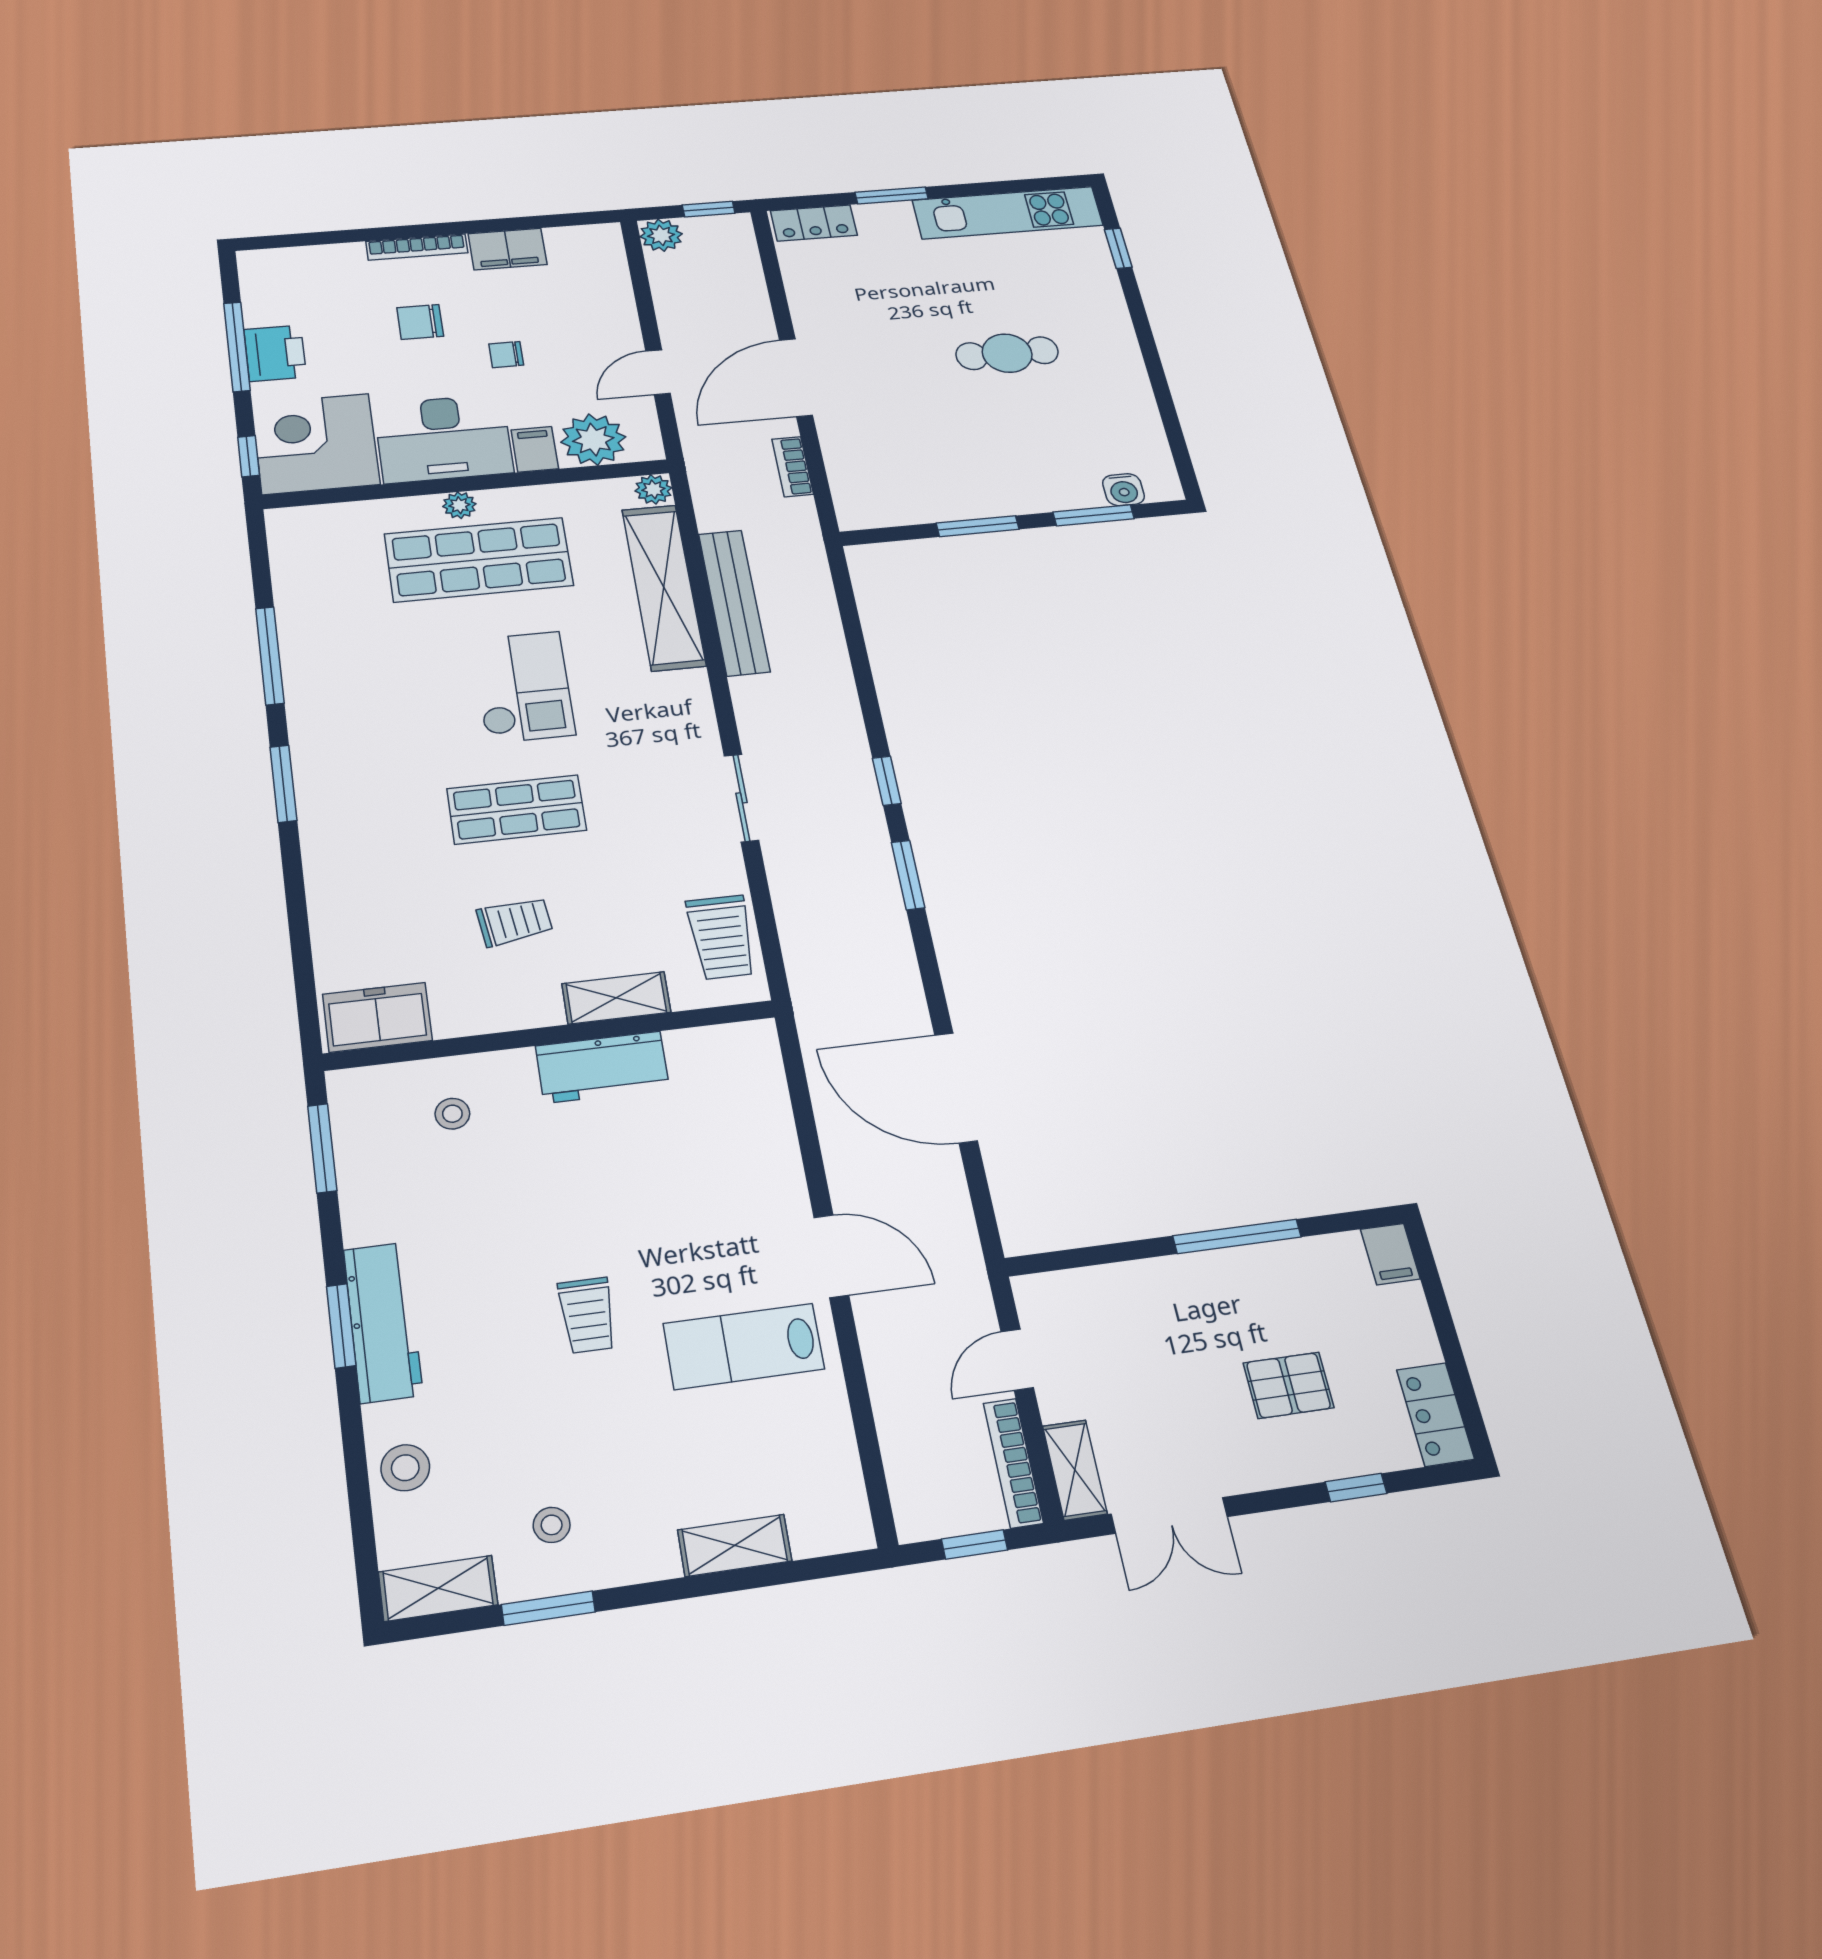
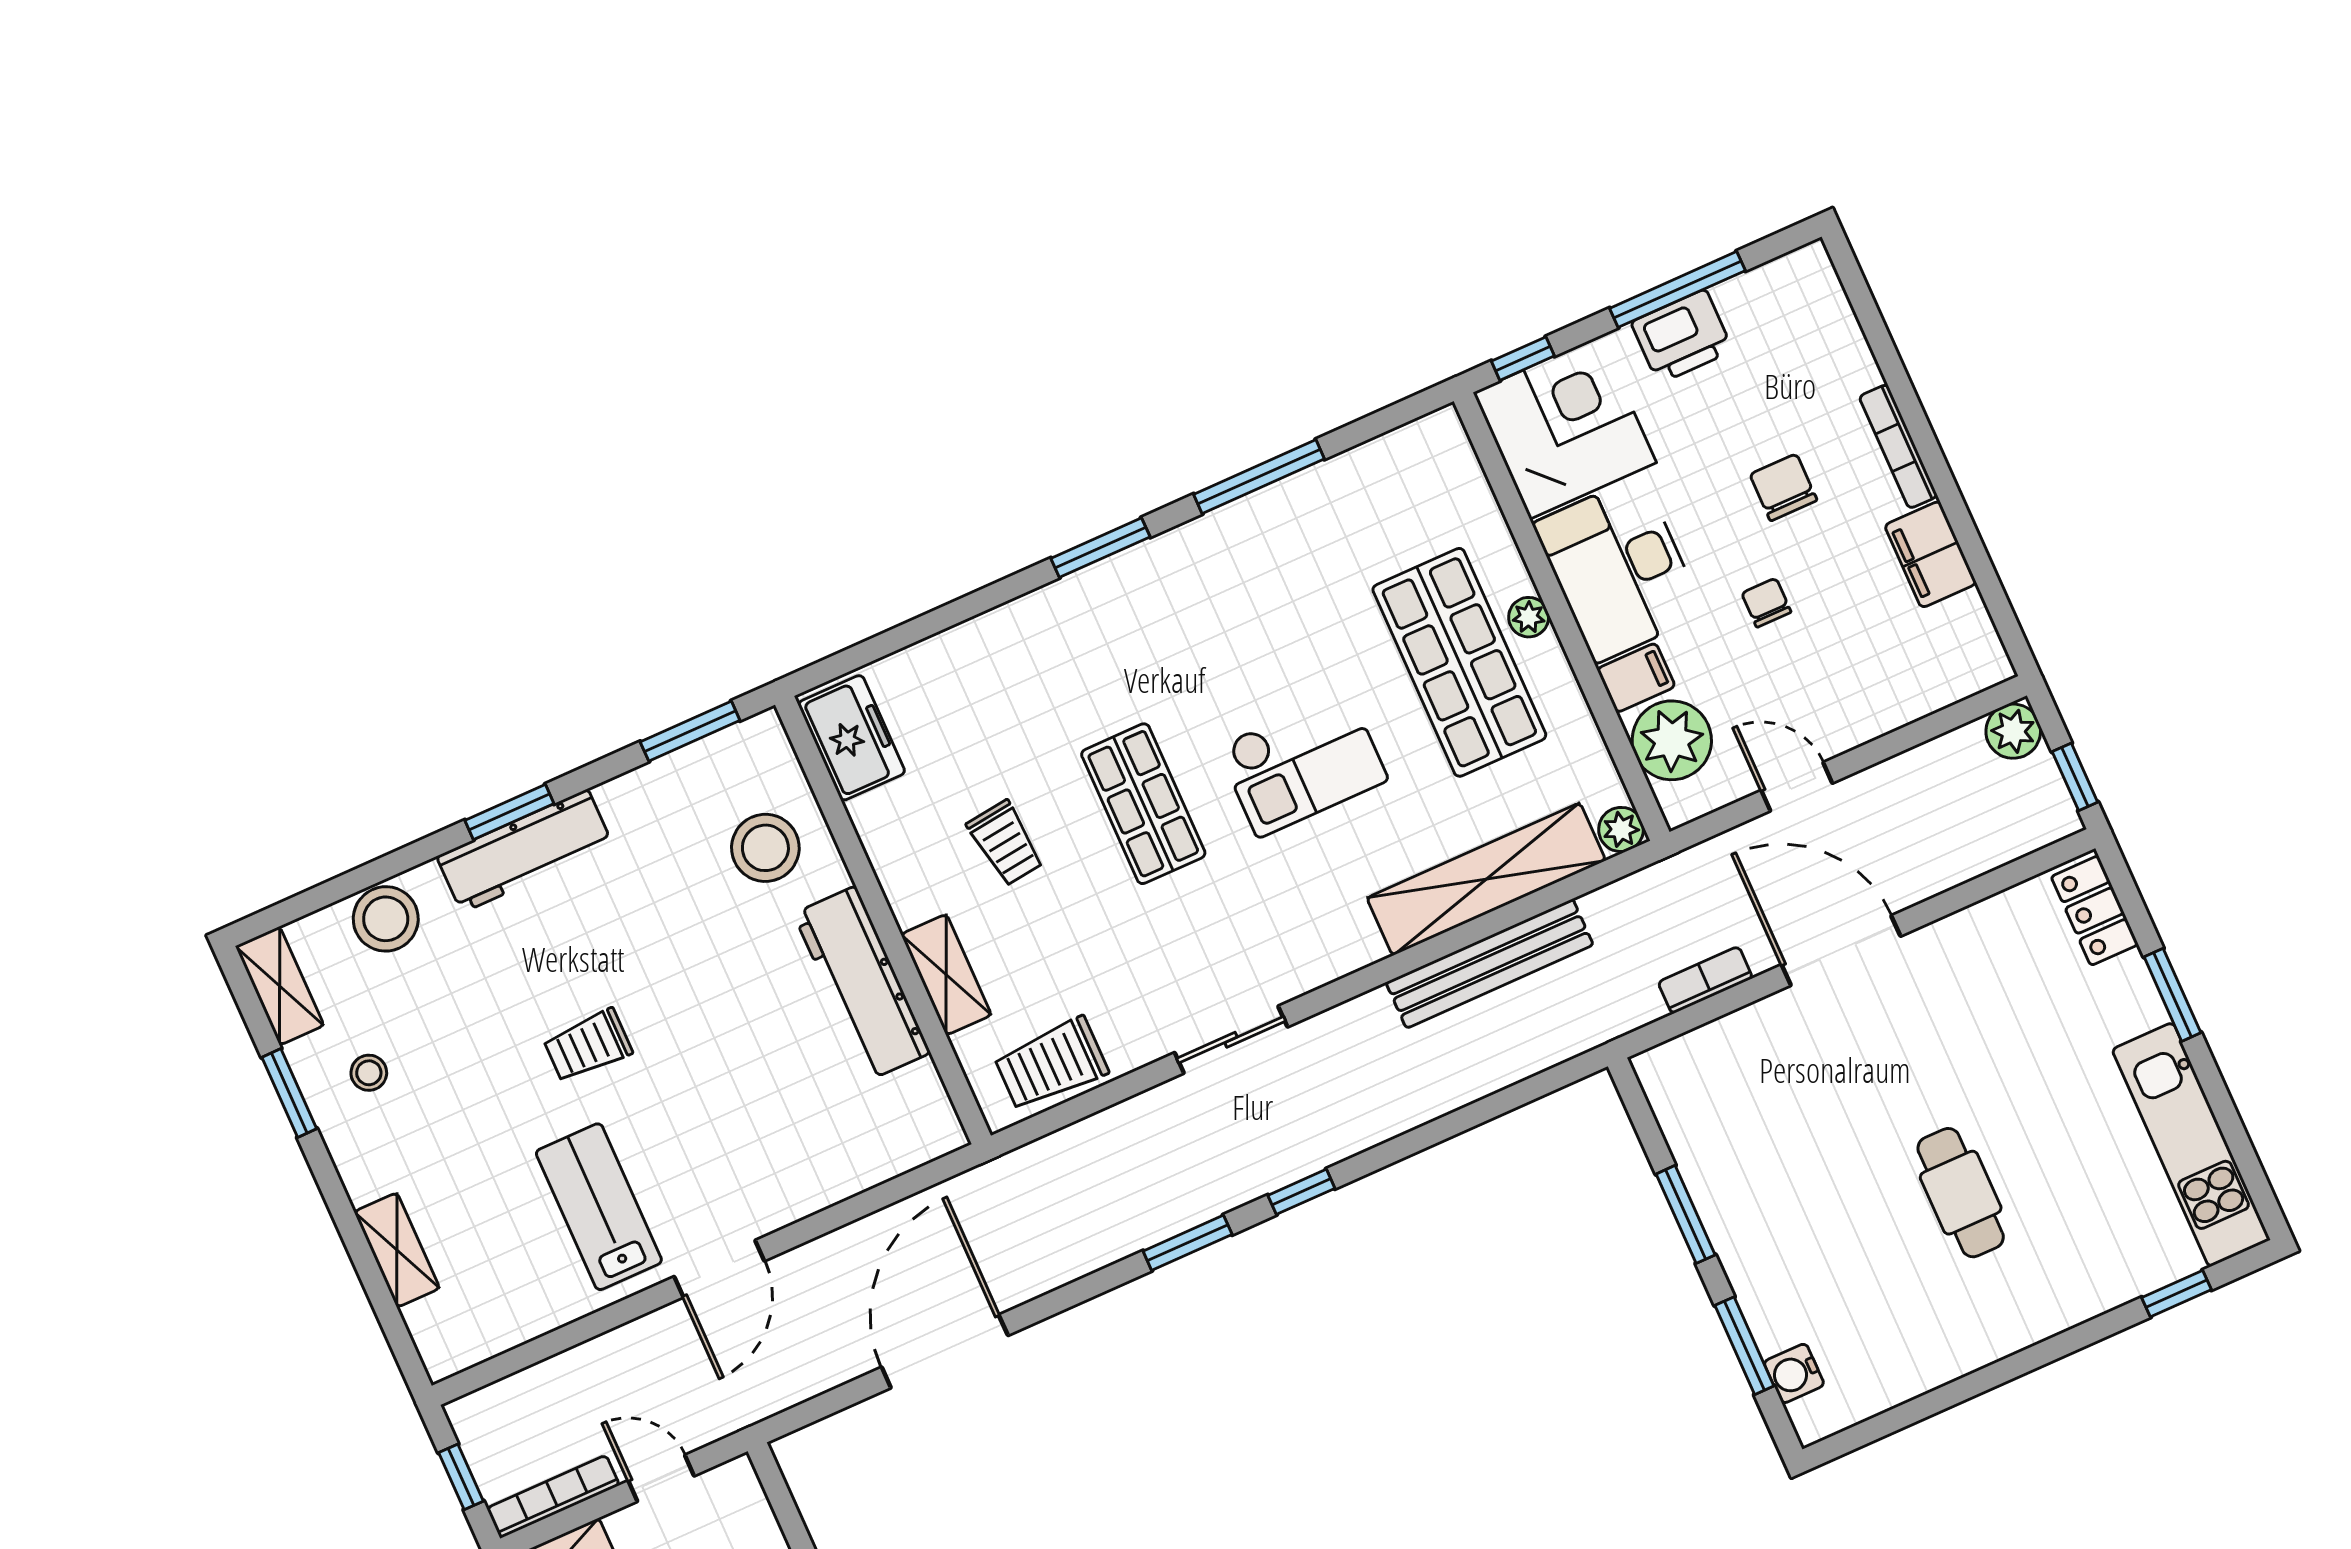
workbench: (602, 1067) -> (862, 983), width x1.38
stool: (452, 1114) -> (765, 848), width x1.89, depth x1.89
stool: (405, 1468) -> (386, 919), width x1.38, depth x1.38

